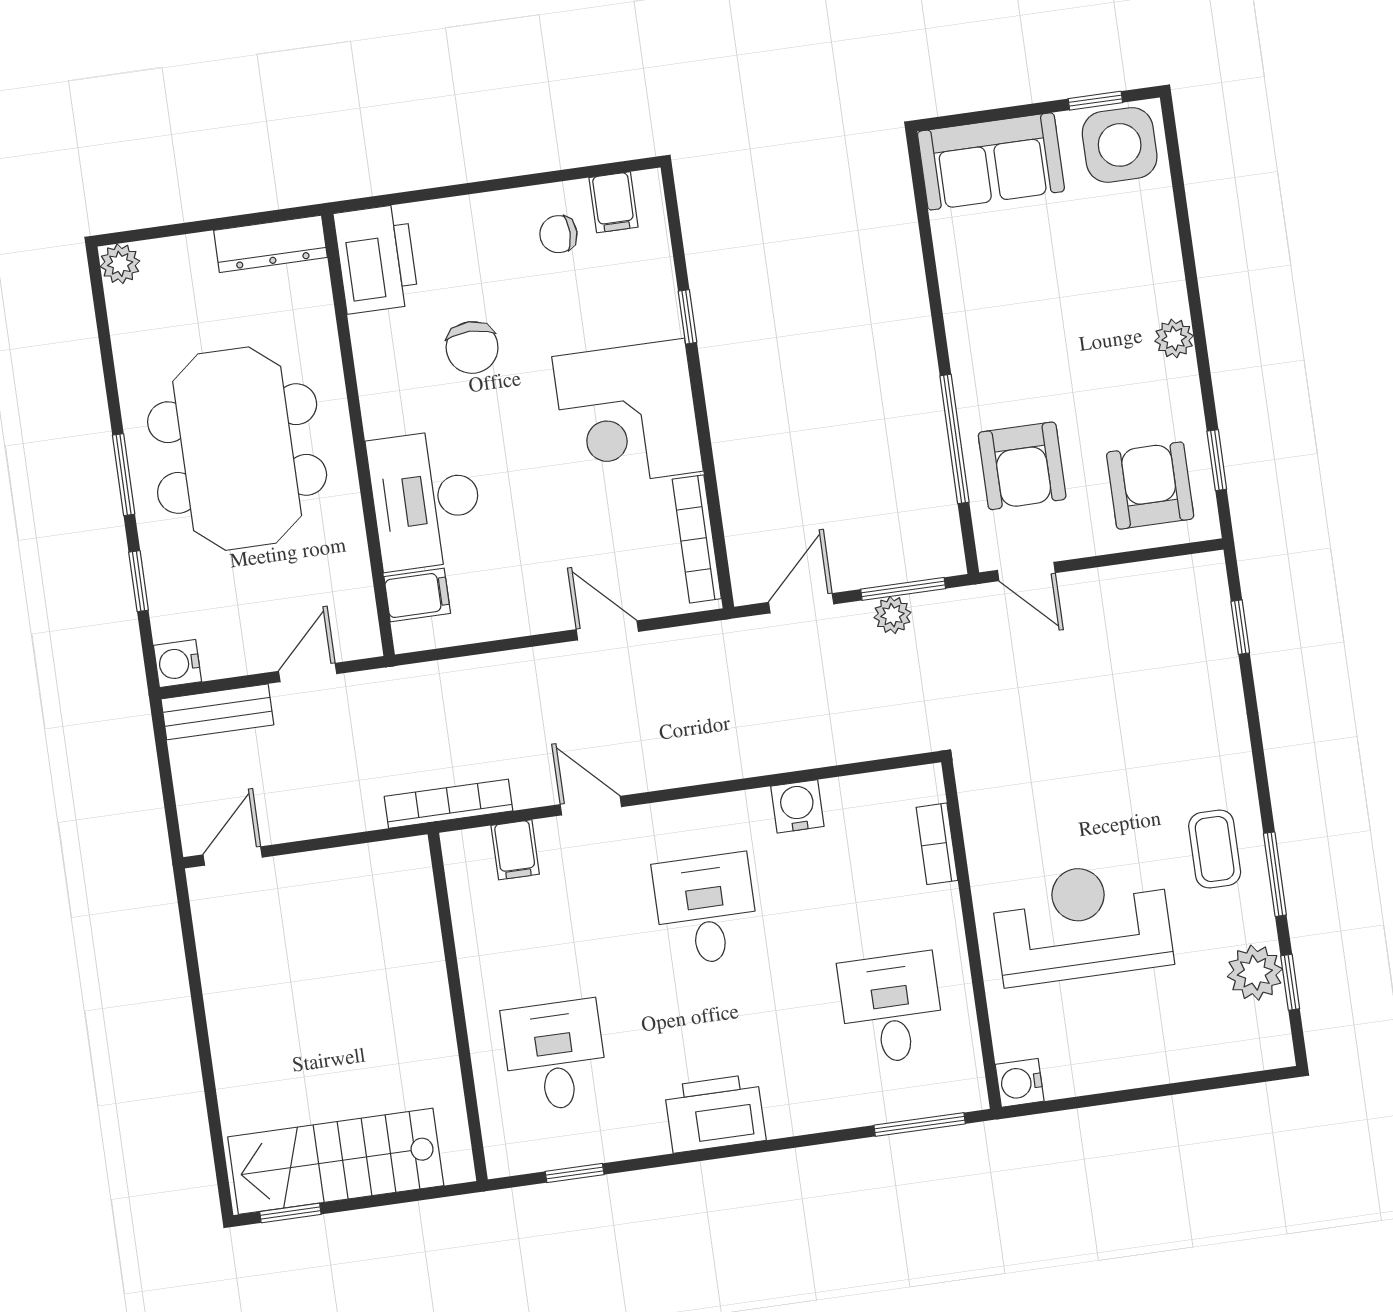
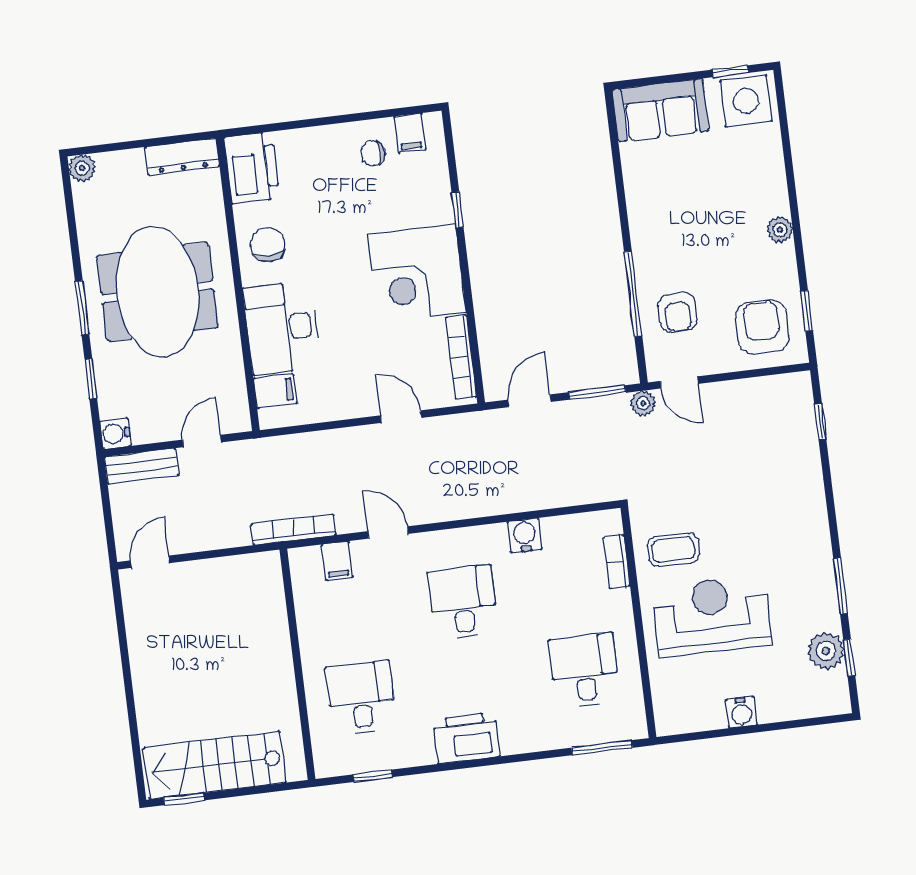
chair: (472, 347) -> (268, 245), moved, turned 180
armchair: (1022, 466) -> (678, 312), width x0.72, depth x0.72
plant: (892, 615) -> (643, 403), moved
coffee table: (1215, 849) -> (673, 550), moved, turned 90
water cooler: (1020, 1083) -> (742, 712), moved, turned -90

